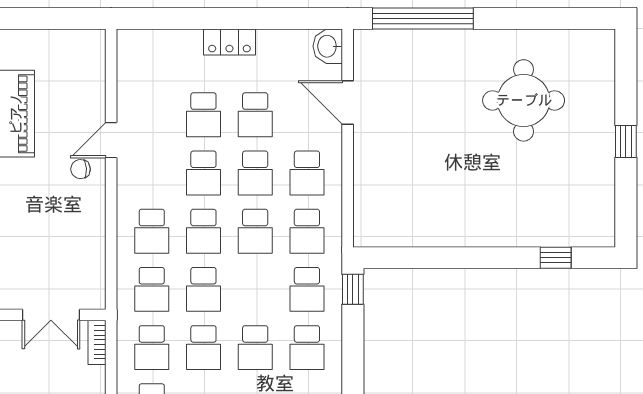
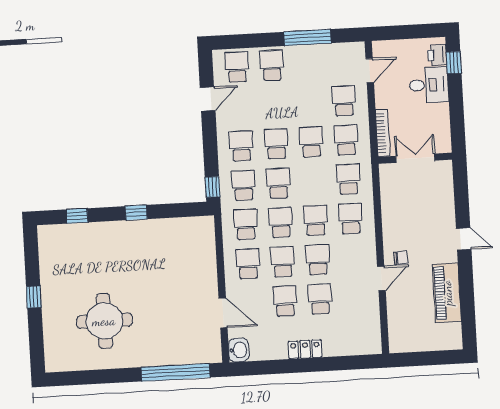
window: (468, 258) -> (136, 213), added
school desk: (203, 289) -> (278, 183), moved
bookcase: (97, 342) -> (383, 133), width x1.56

